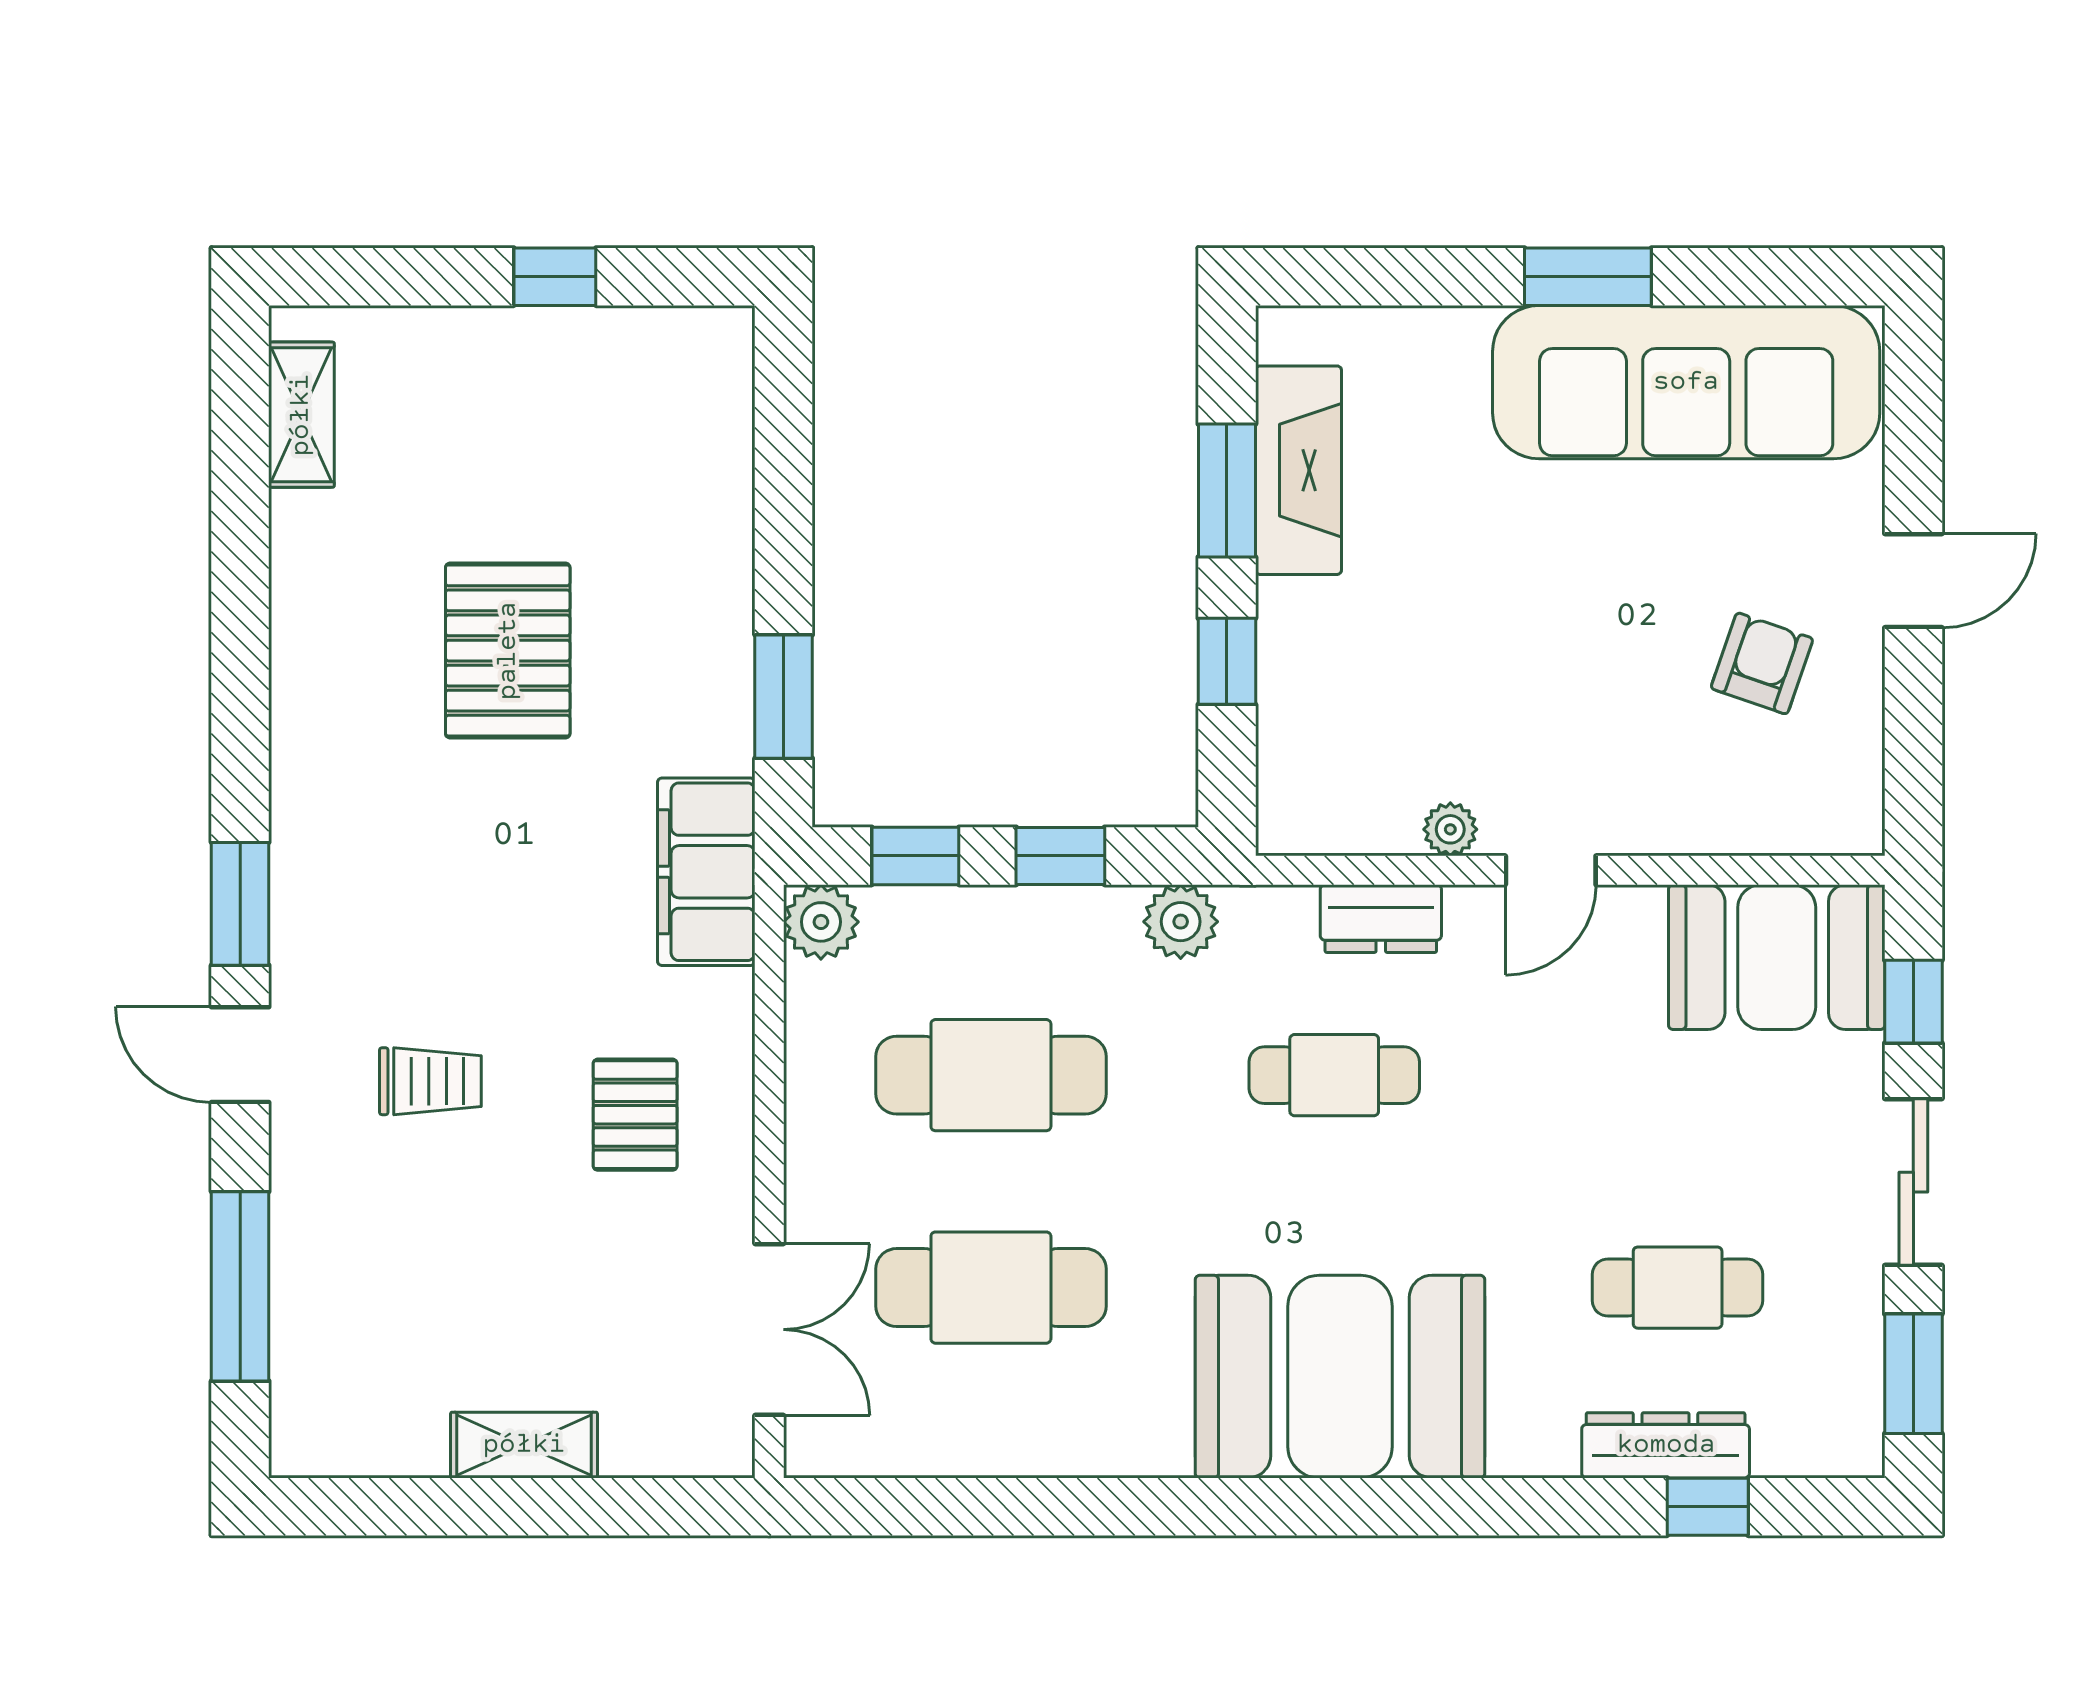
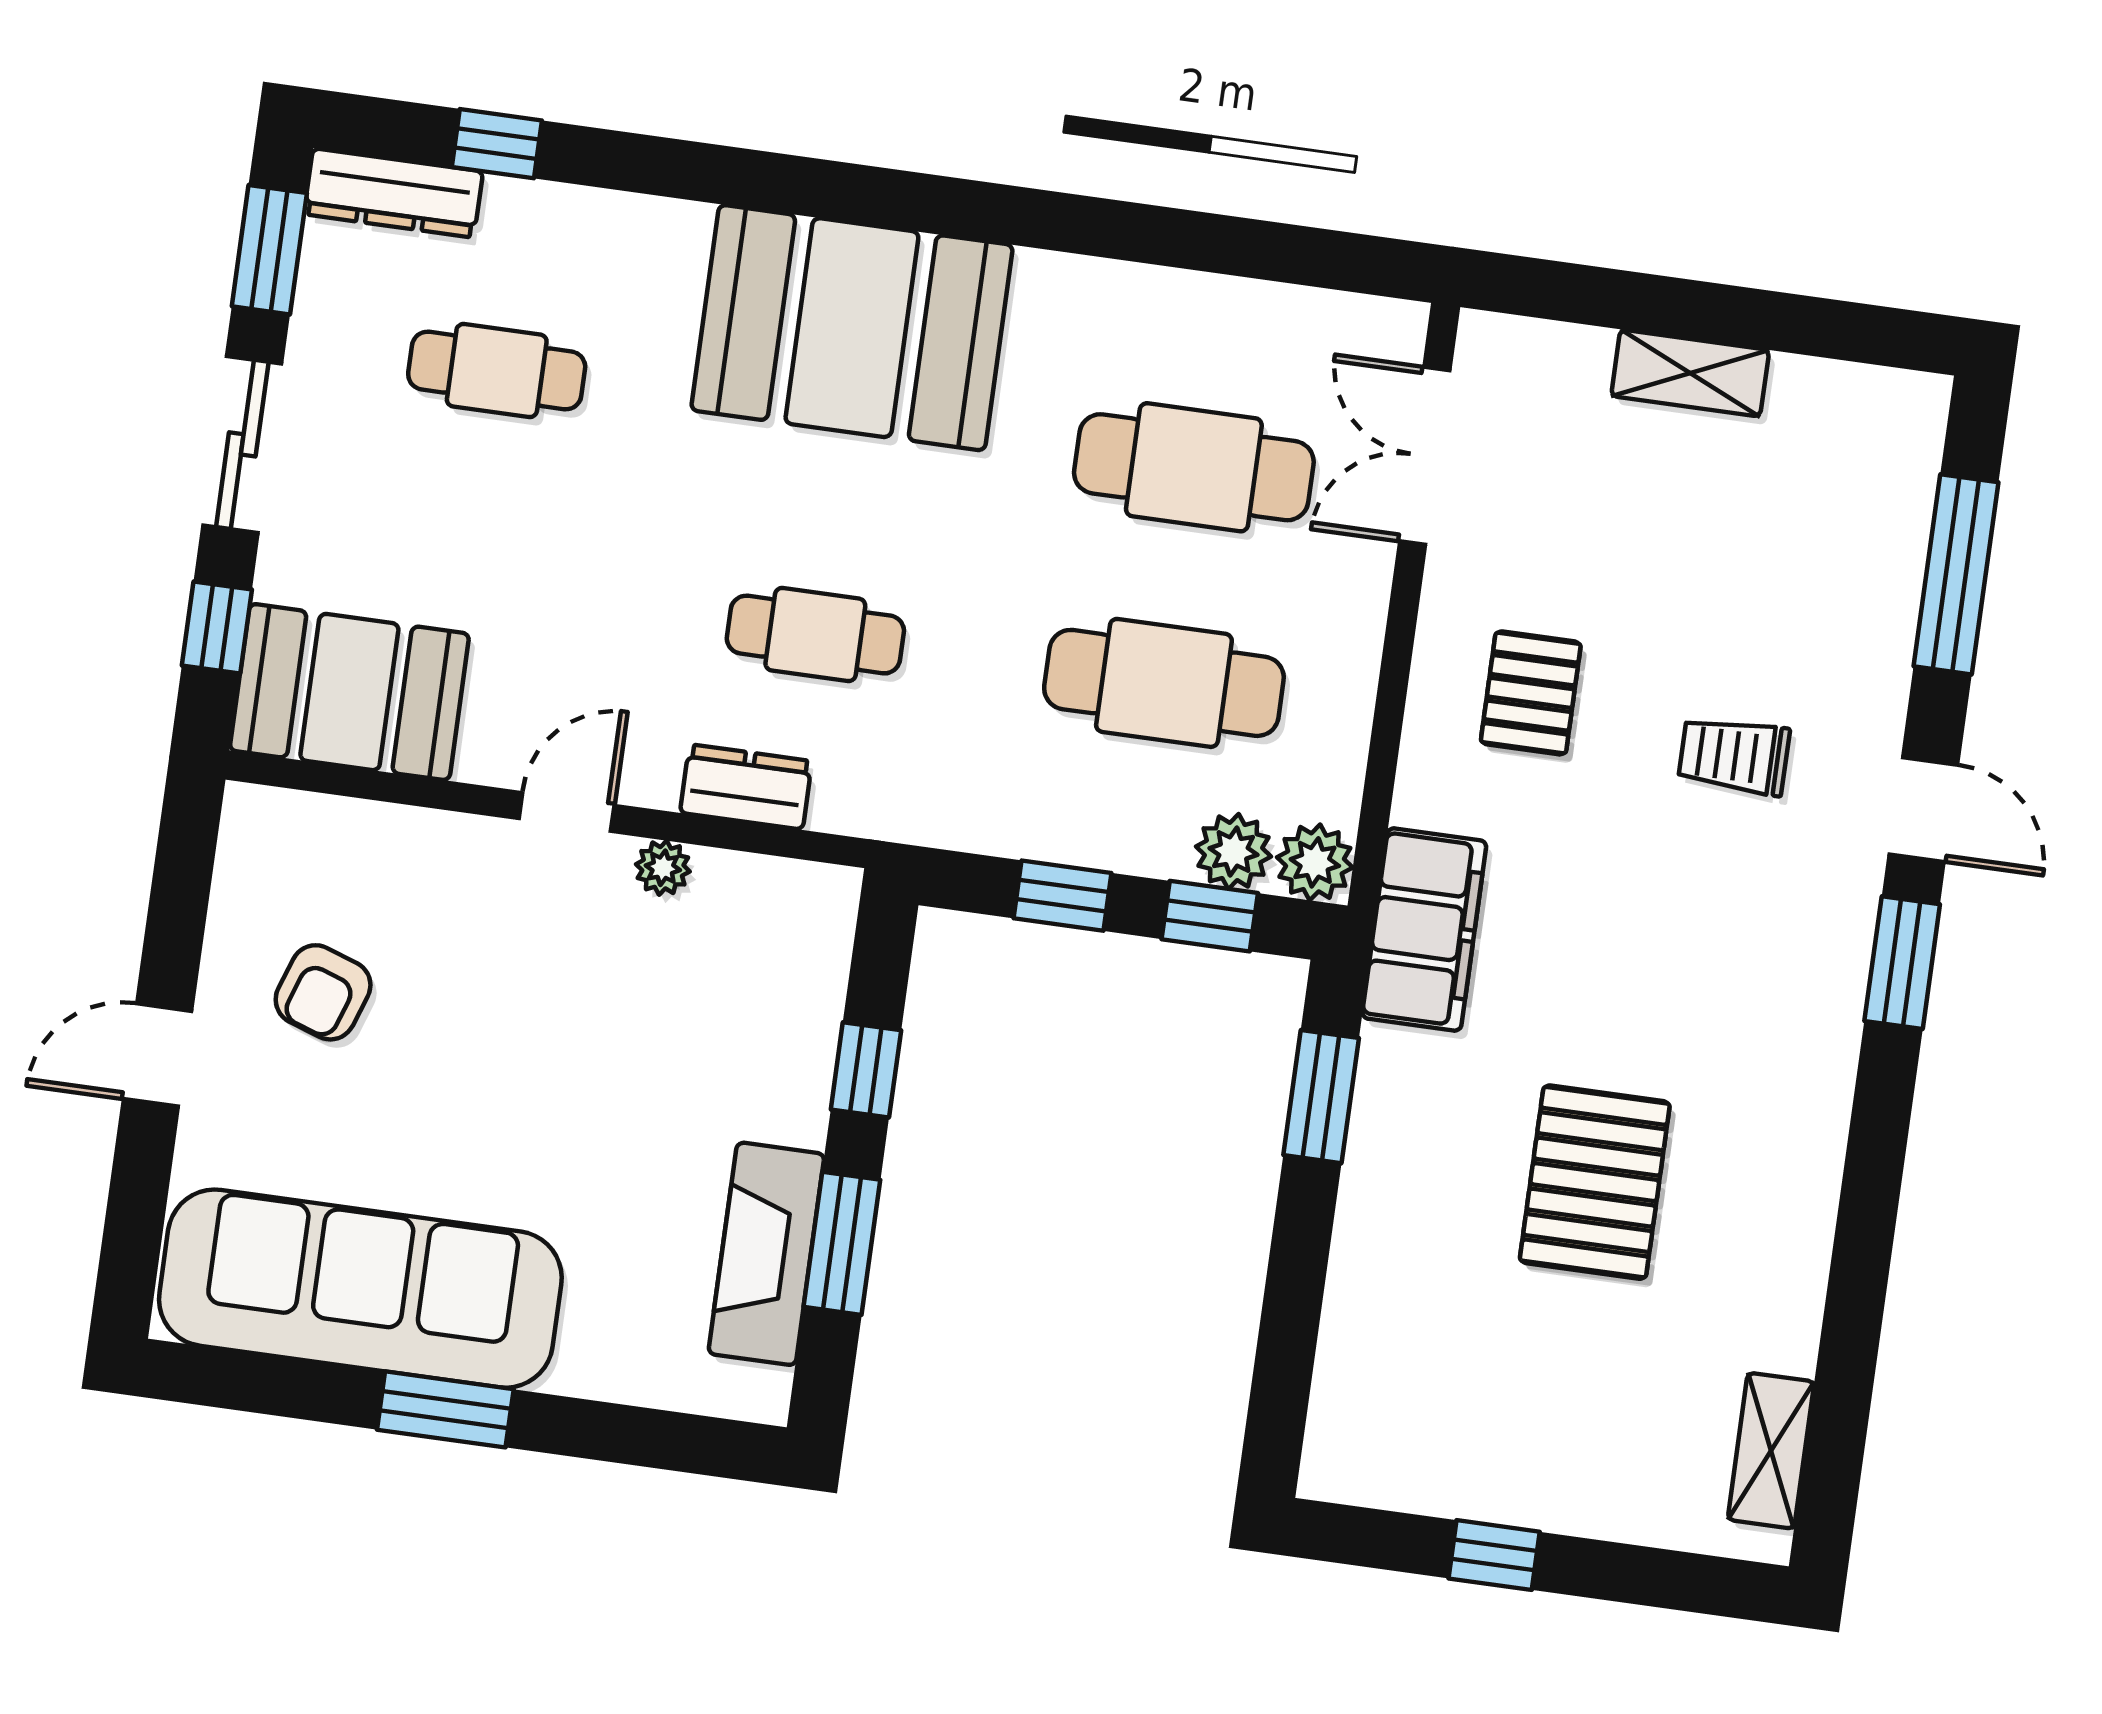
plant: (1181, 922) -> (1233, 851), moved
dresser: (1666, 1445) -> (393, 193), moved

